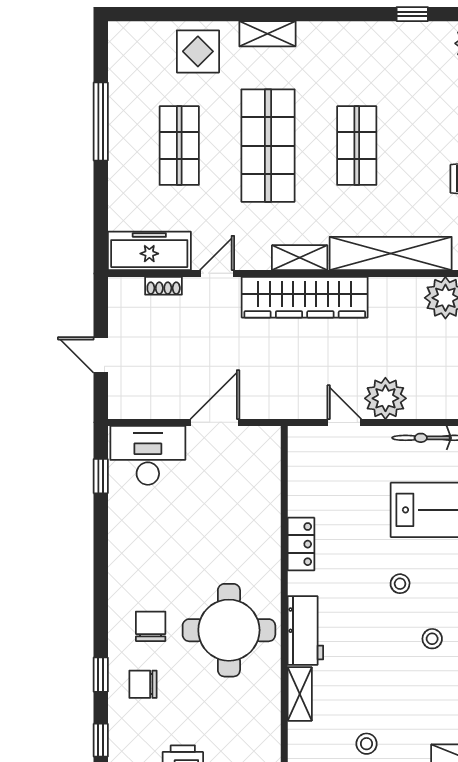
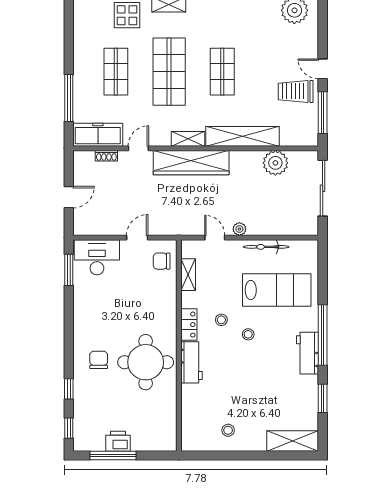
window: (101, 122) -> (69, 98), moved
door: (101, 355) -> (69, 197), swing flipped
plant: (385, 398) -> (239, 229), width x0.53, depth x0.53
door: (215, 422) -> (137, 238), width x0.73
window: (101, 476) -> (69, 270), width x1.50
locker: (301, 544) -> (189, 325), moved
stool: (432, 639) -> (221, 320), moved
chair: (143, 684) -> (162, 261), moved
shelving: (300, 694) -> (188, 275), moved

